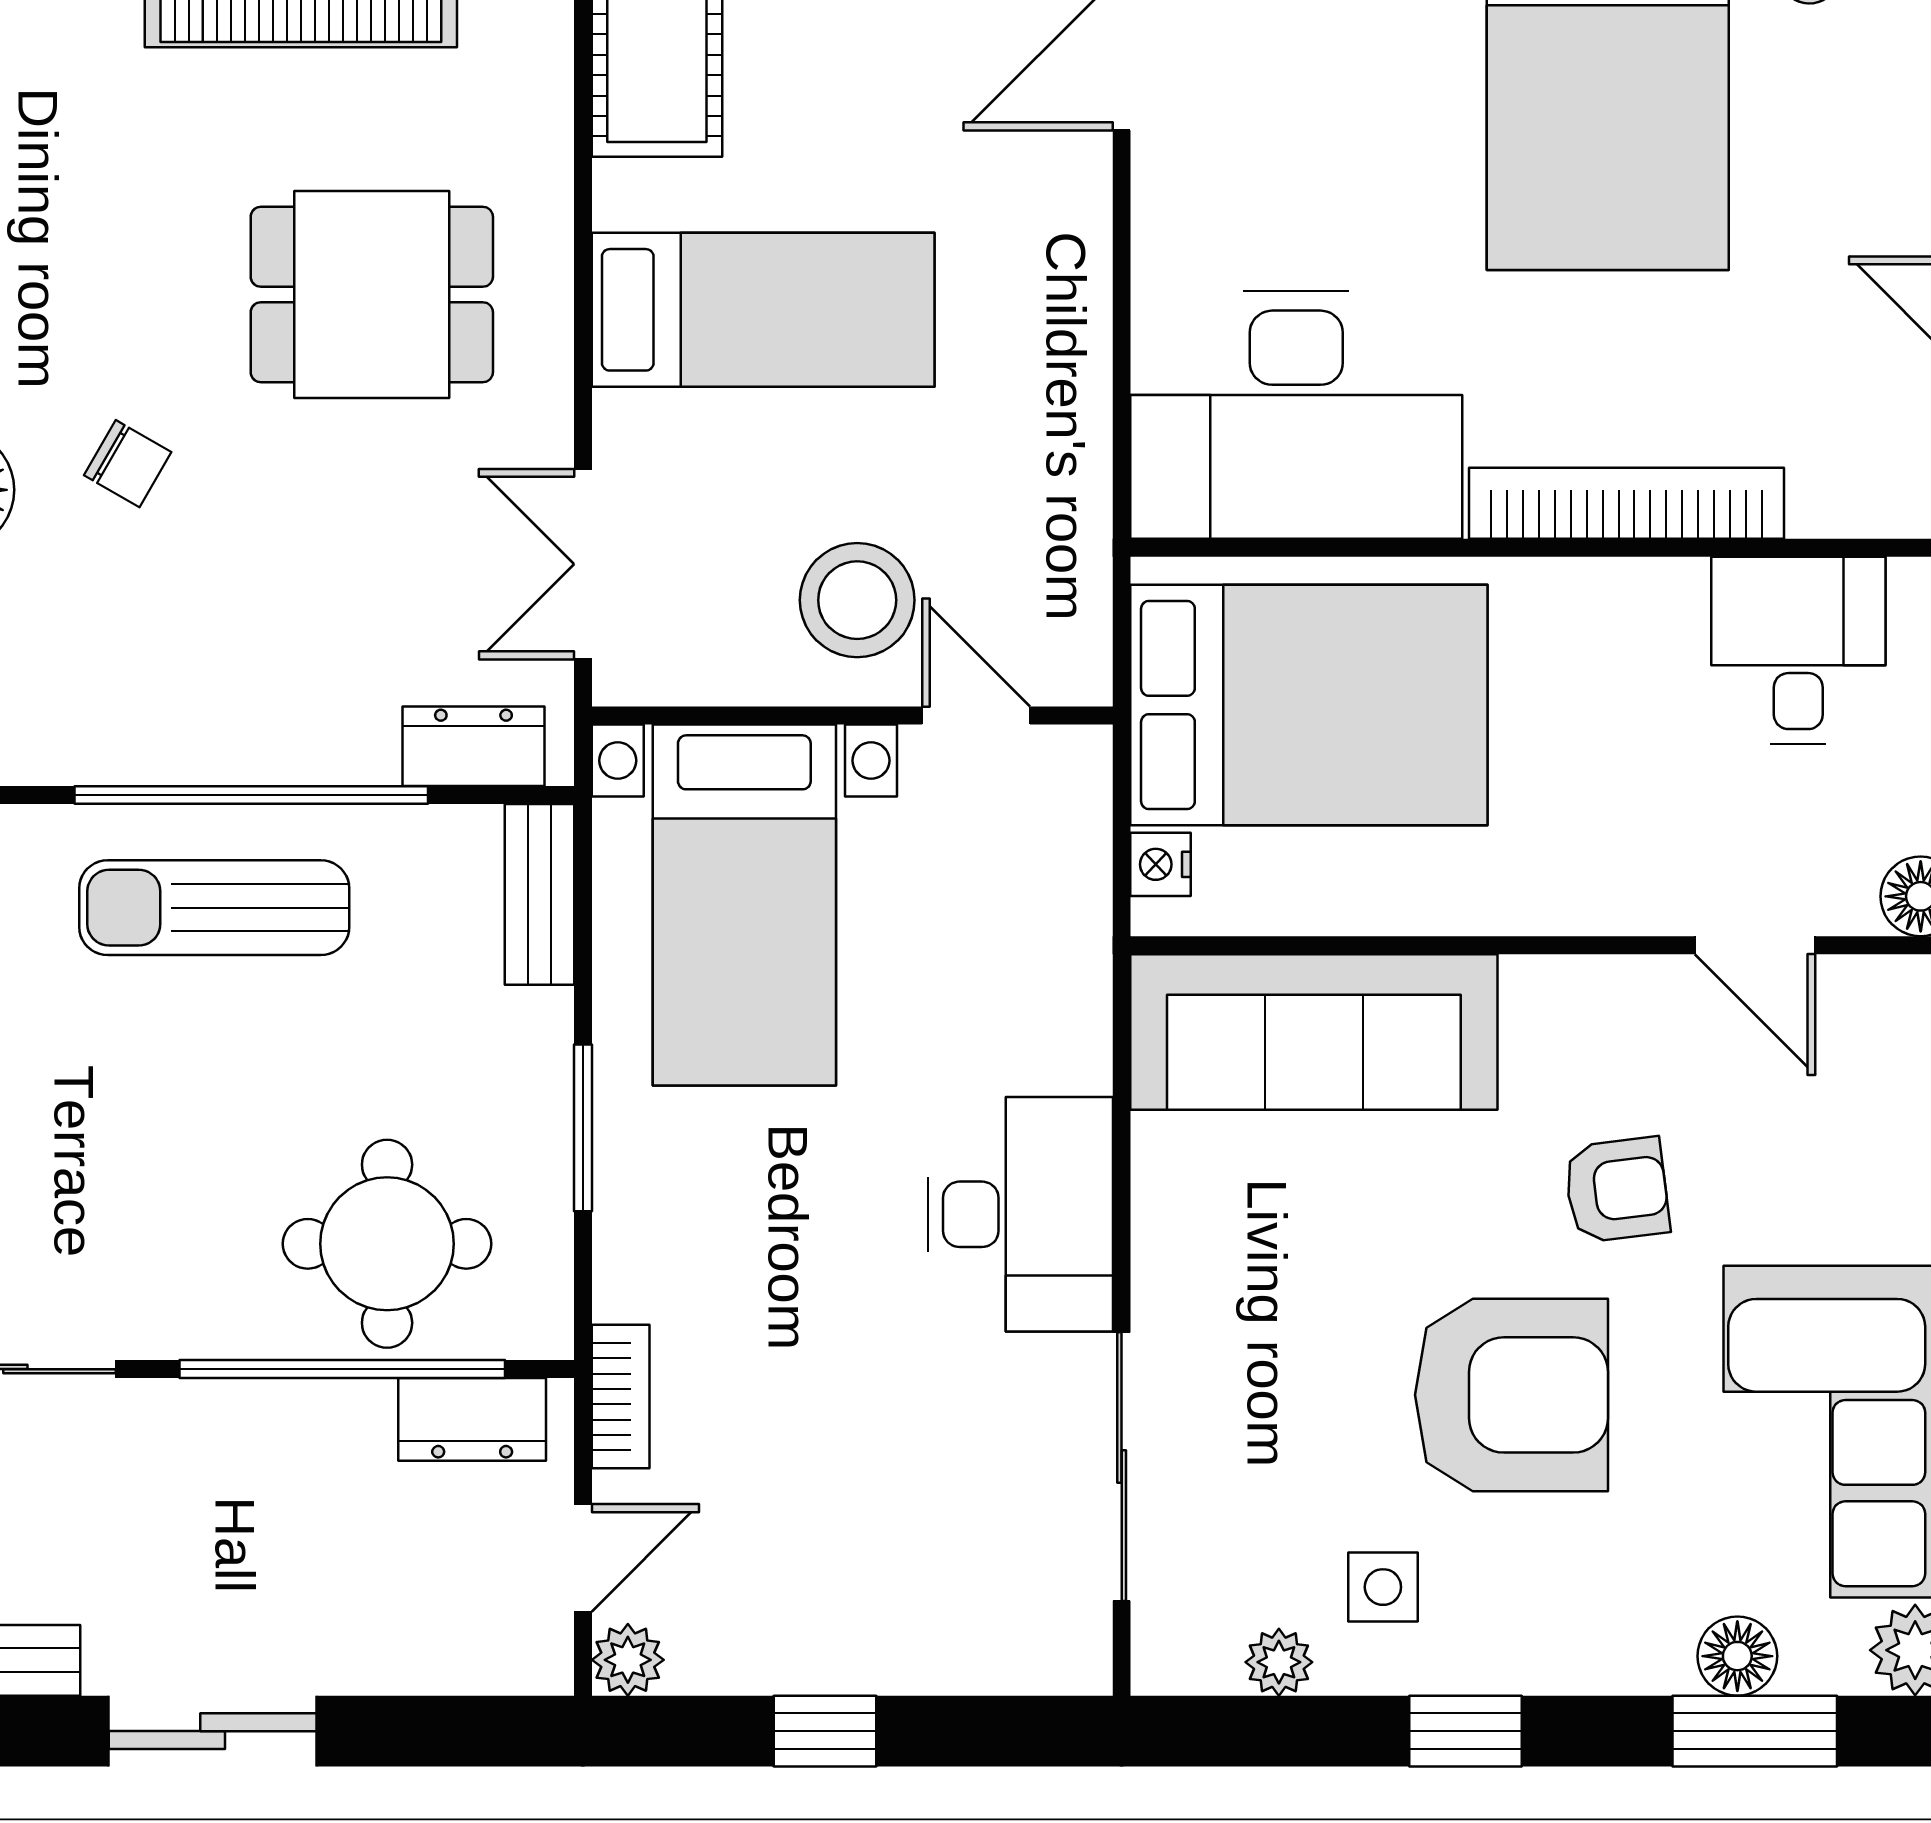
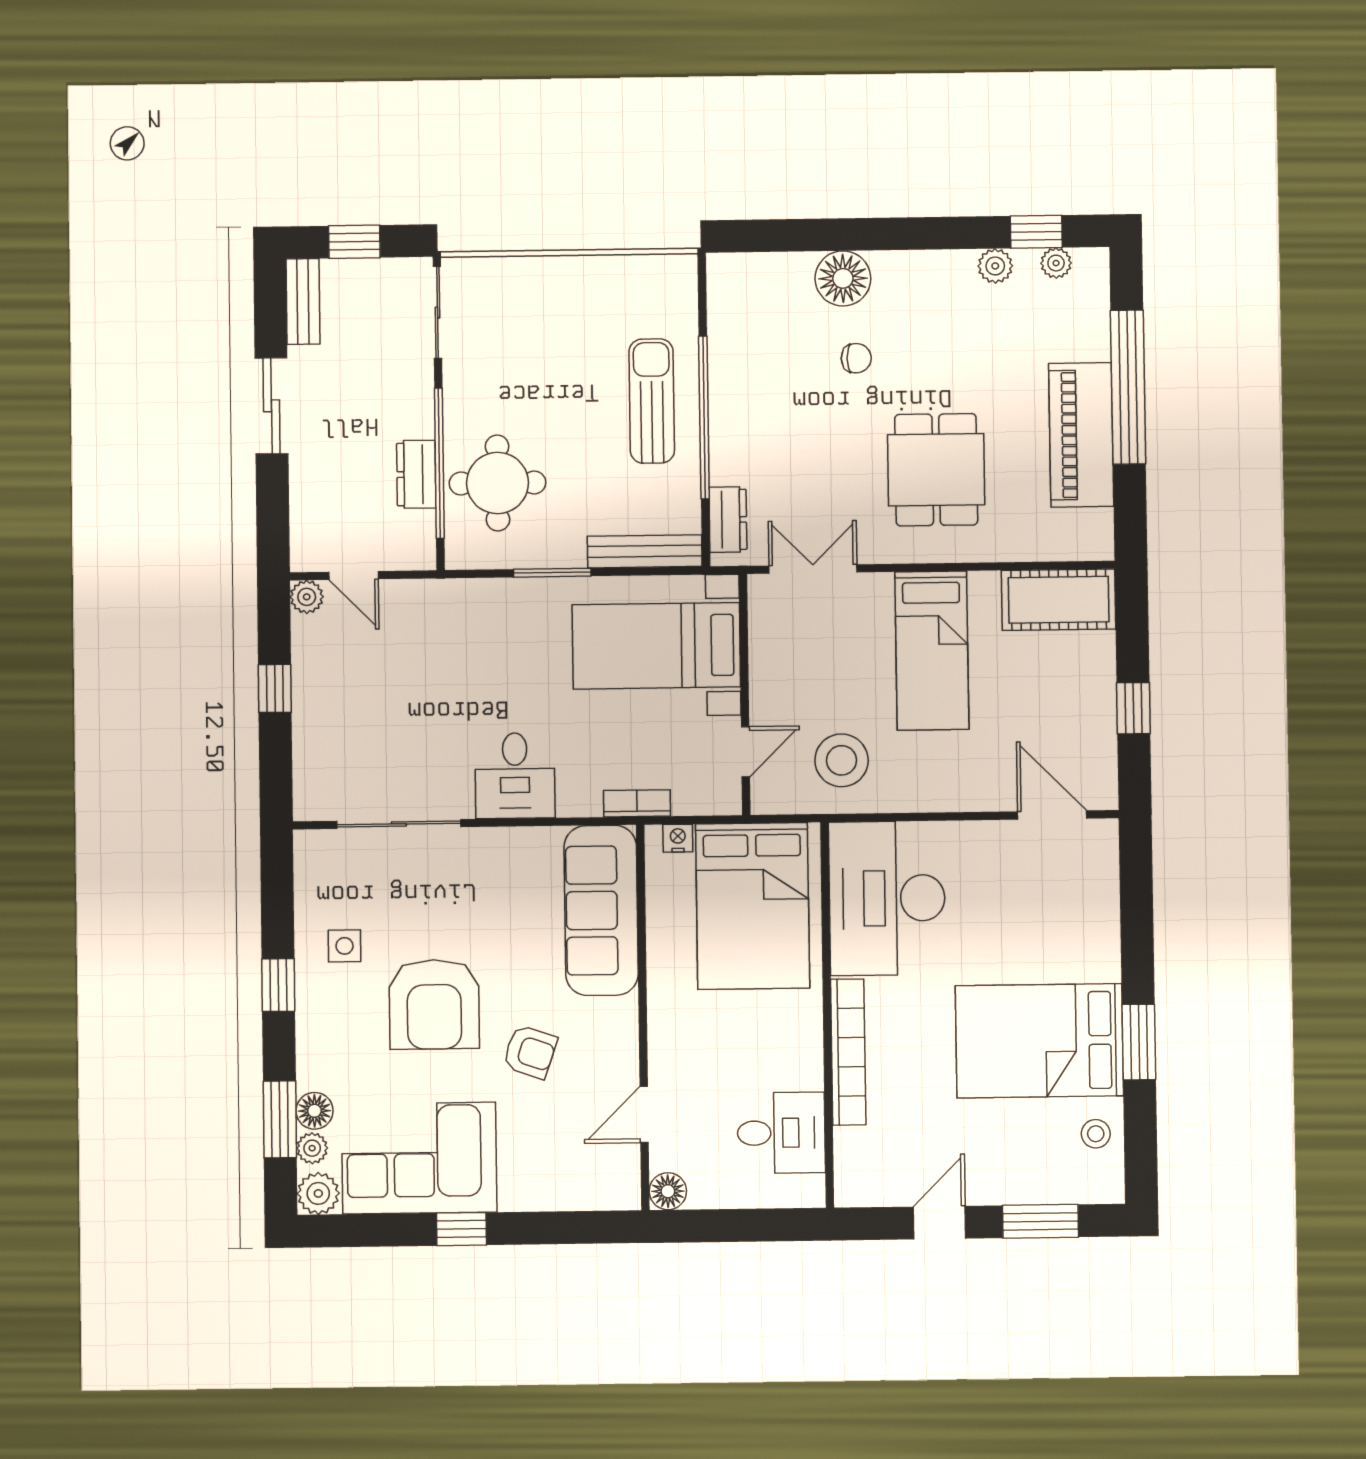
chair: (128, 464) -> (856, 358), turned -120
stool: (857, 600) -> (842, 760), moved
bench: (540, 894) -> (645, 551), width x1.36
armchair: (1617, 1190) -> (530, 1052), turned -64
desk: (1021, 1214) -> (515, 776), width x0.73
bookcase: (621, 1397) -> (637, 803), moved, turned 180
dresser: (472, 1419) -> (416, 474), moved
plant: (1279, 1662) -> (312, 1148), moved

